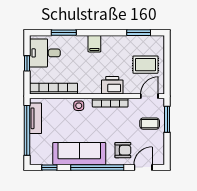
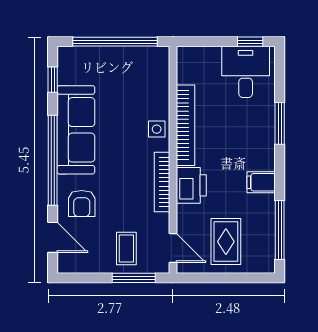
window: (64, 33) -> (280, 123), moved
window: (139, 33) -> (280, 230), width x1.44
filing cabinet: (94, 44) -> (261, 182), moved
window: (27, 63) -> (250, 42), moved
bookcase: (54, 89) -> (185, 125), moved
tv unit: (35, 118) -> (135, 56), removed

